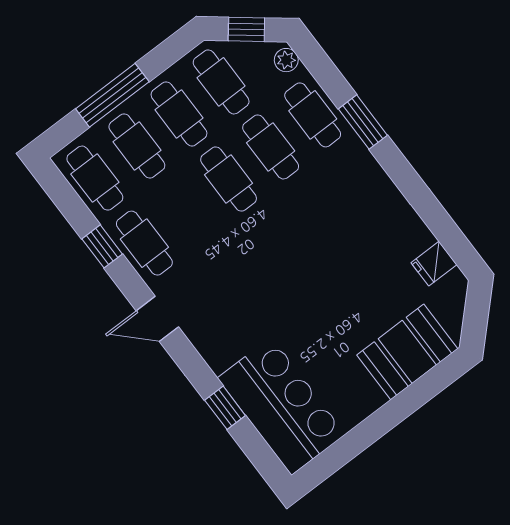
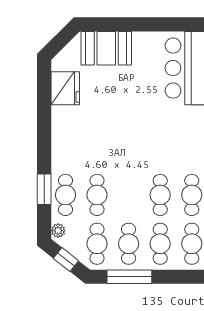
window: (112, 95) -> (129, 277), moved
window: (363, 122) -> (44, 189), moved
cafe table: (229, 179) -> (160, 195), moved
fridge: (434, 264) -> (65, 88), width x1.88, depth x1.34

